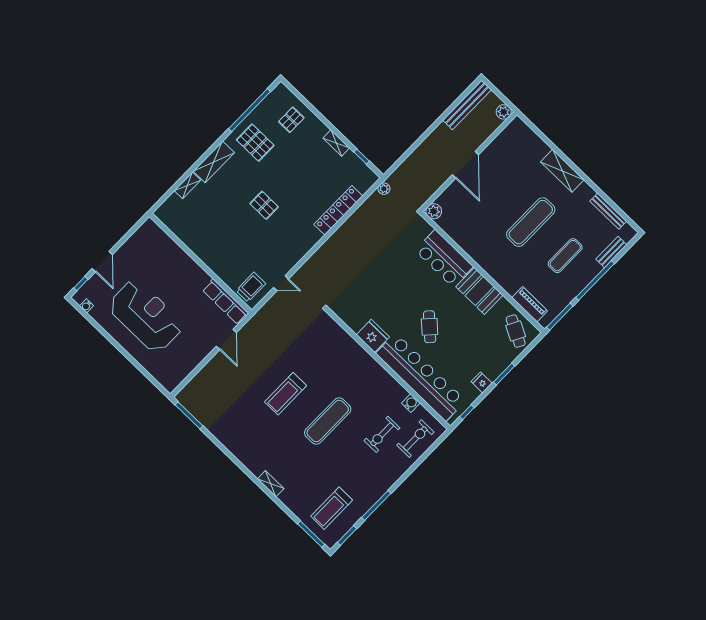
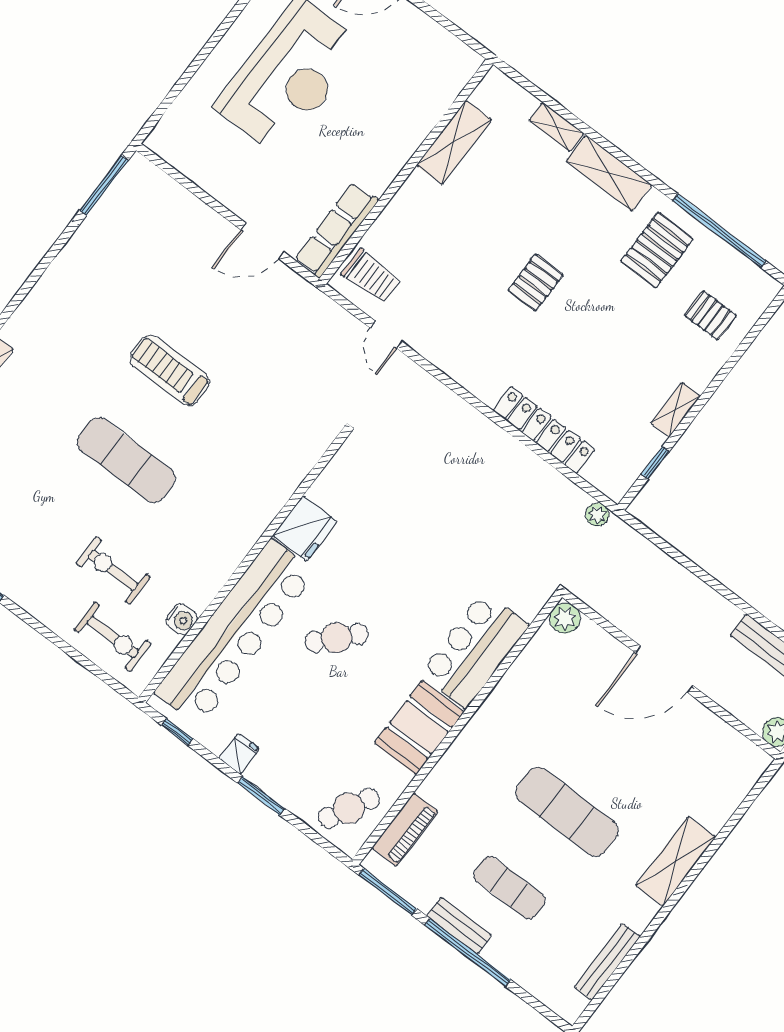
shelving: (189, 238) -> (454, 142), added
bench: (611, 252) -> (459, 926), moved

